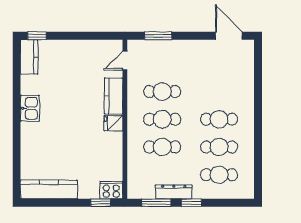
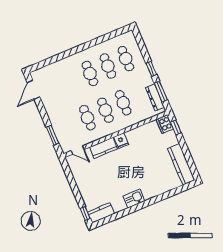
dresser: (174, 192) -> (155, 97), moved

